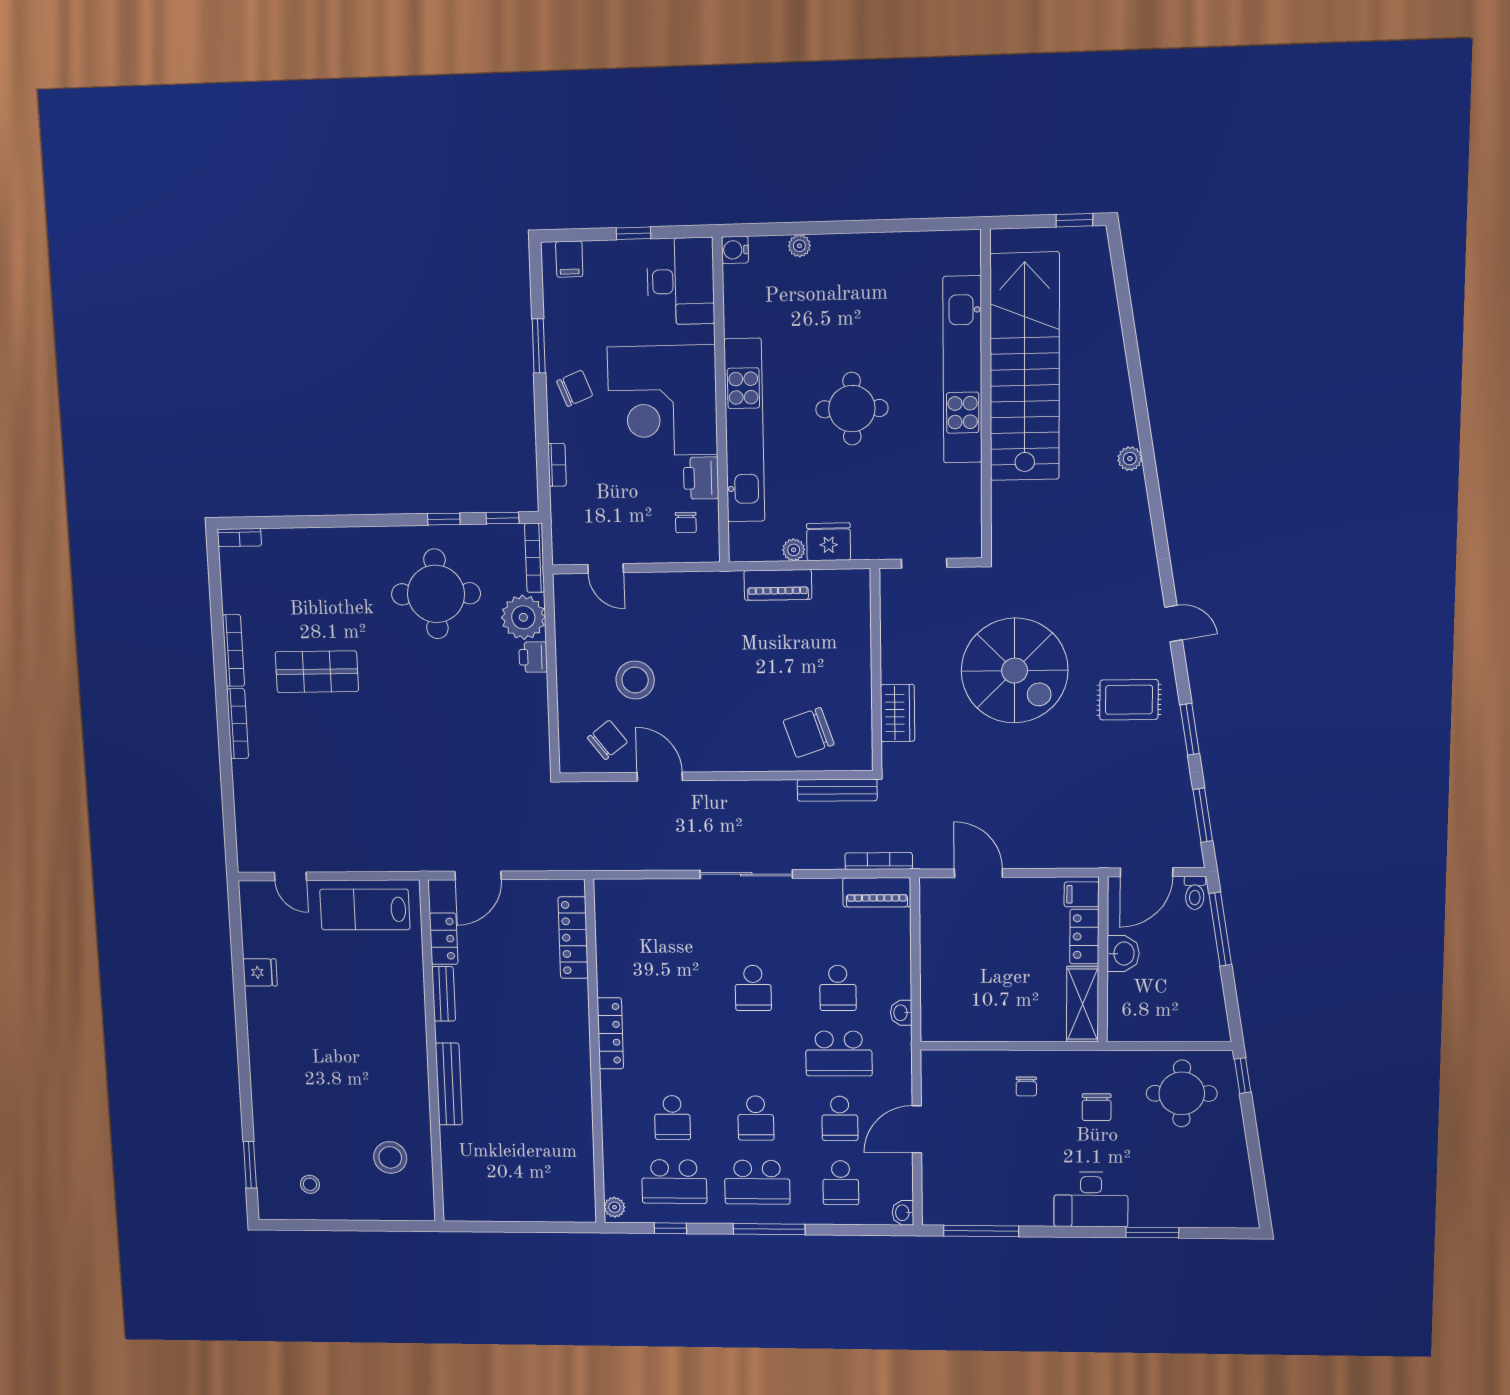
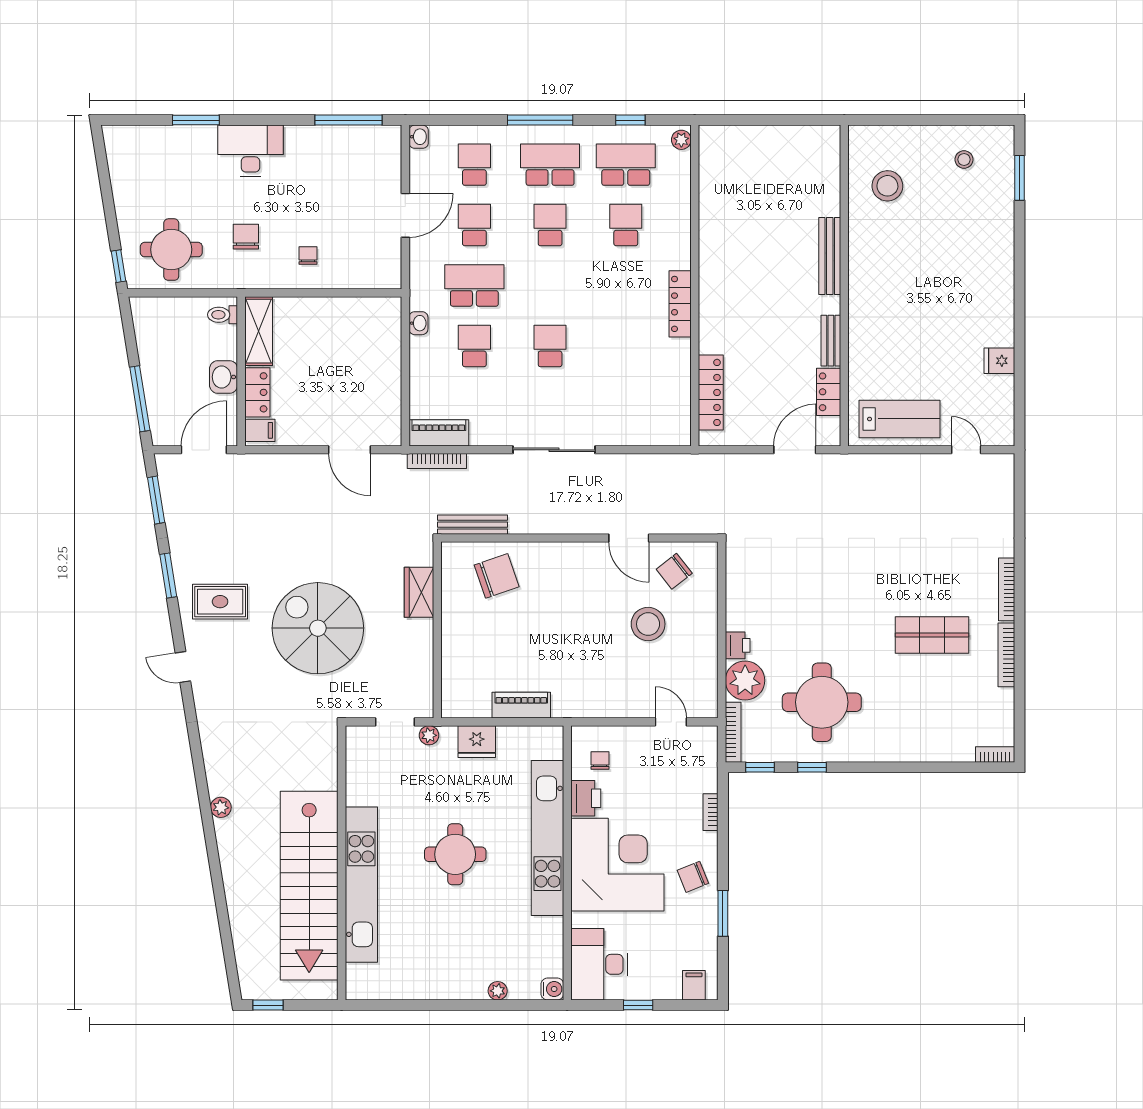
plant: (794, 550) -> (429, 735), moved
toilet: (1195, 893) -> (223, 315), moved, turned -90

